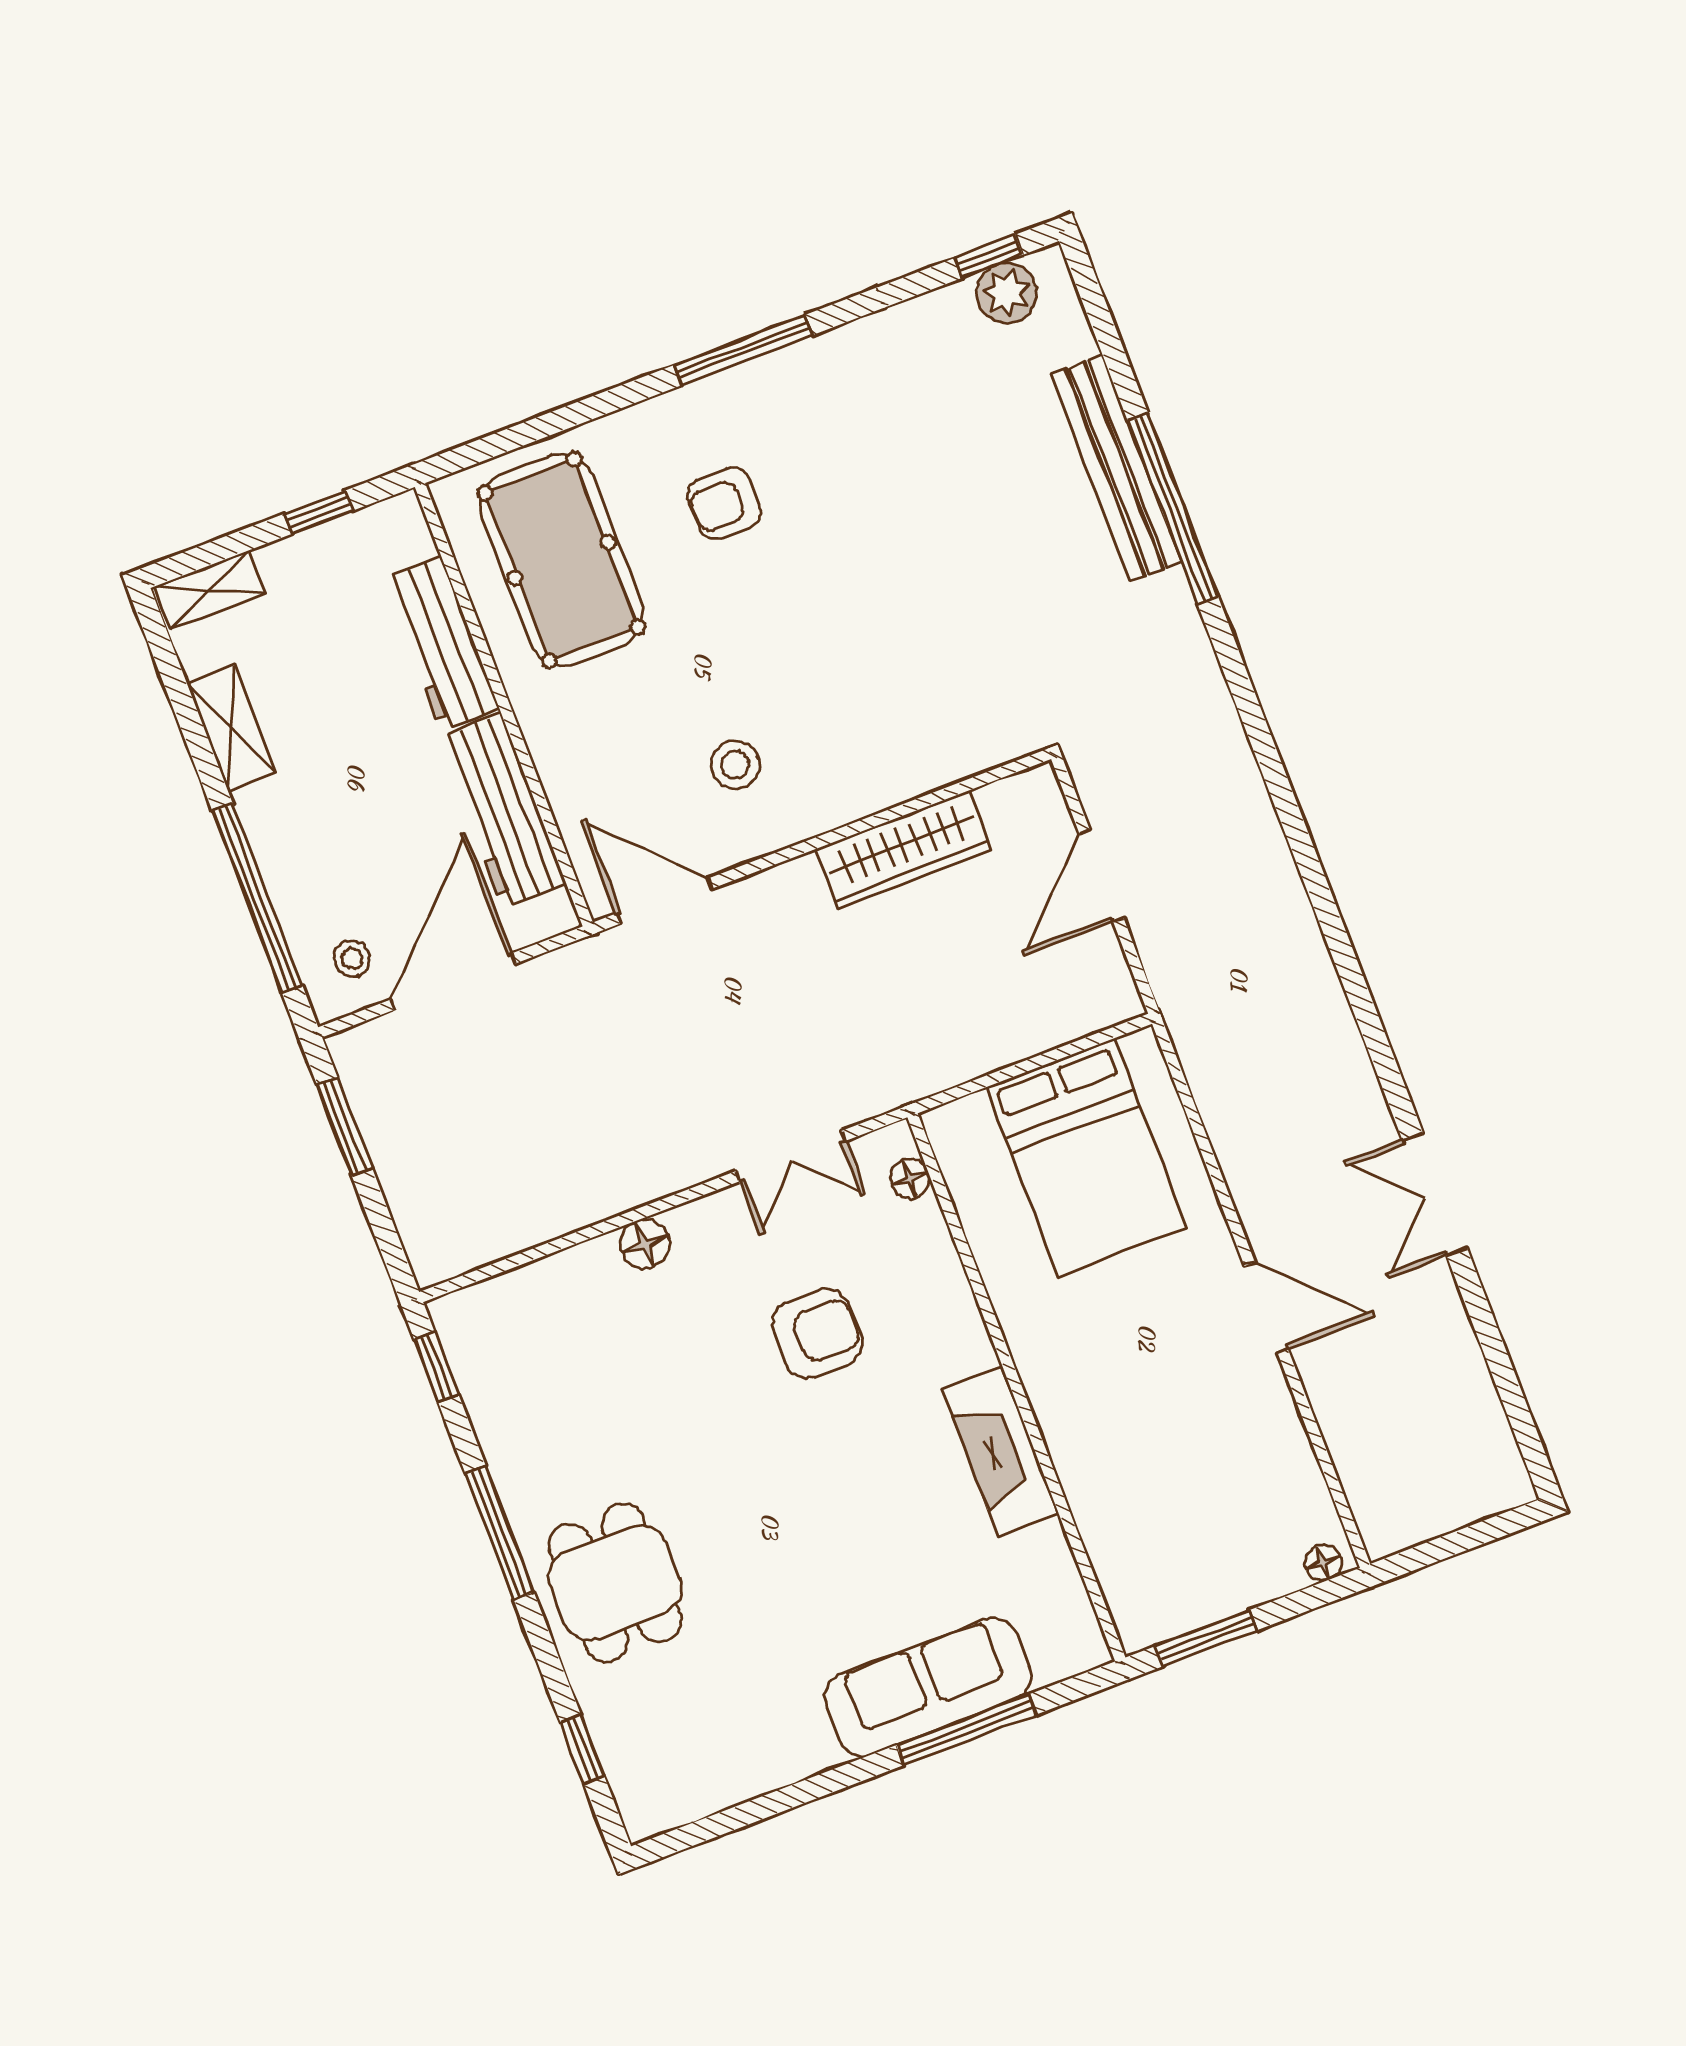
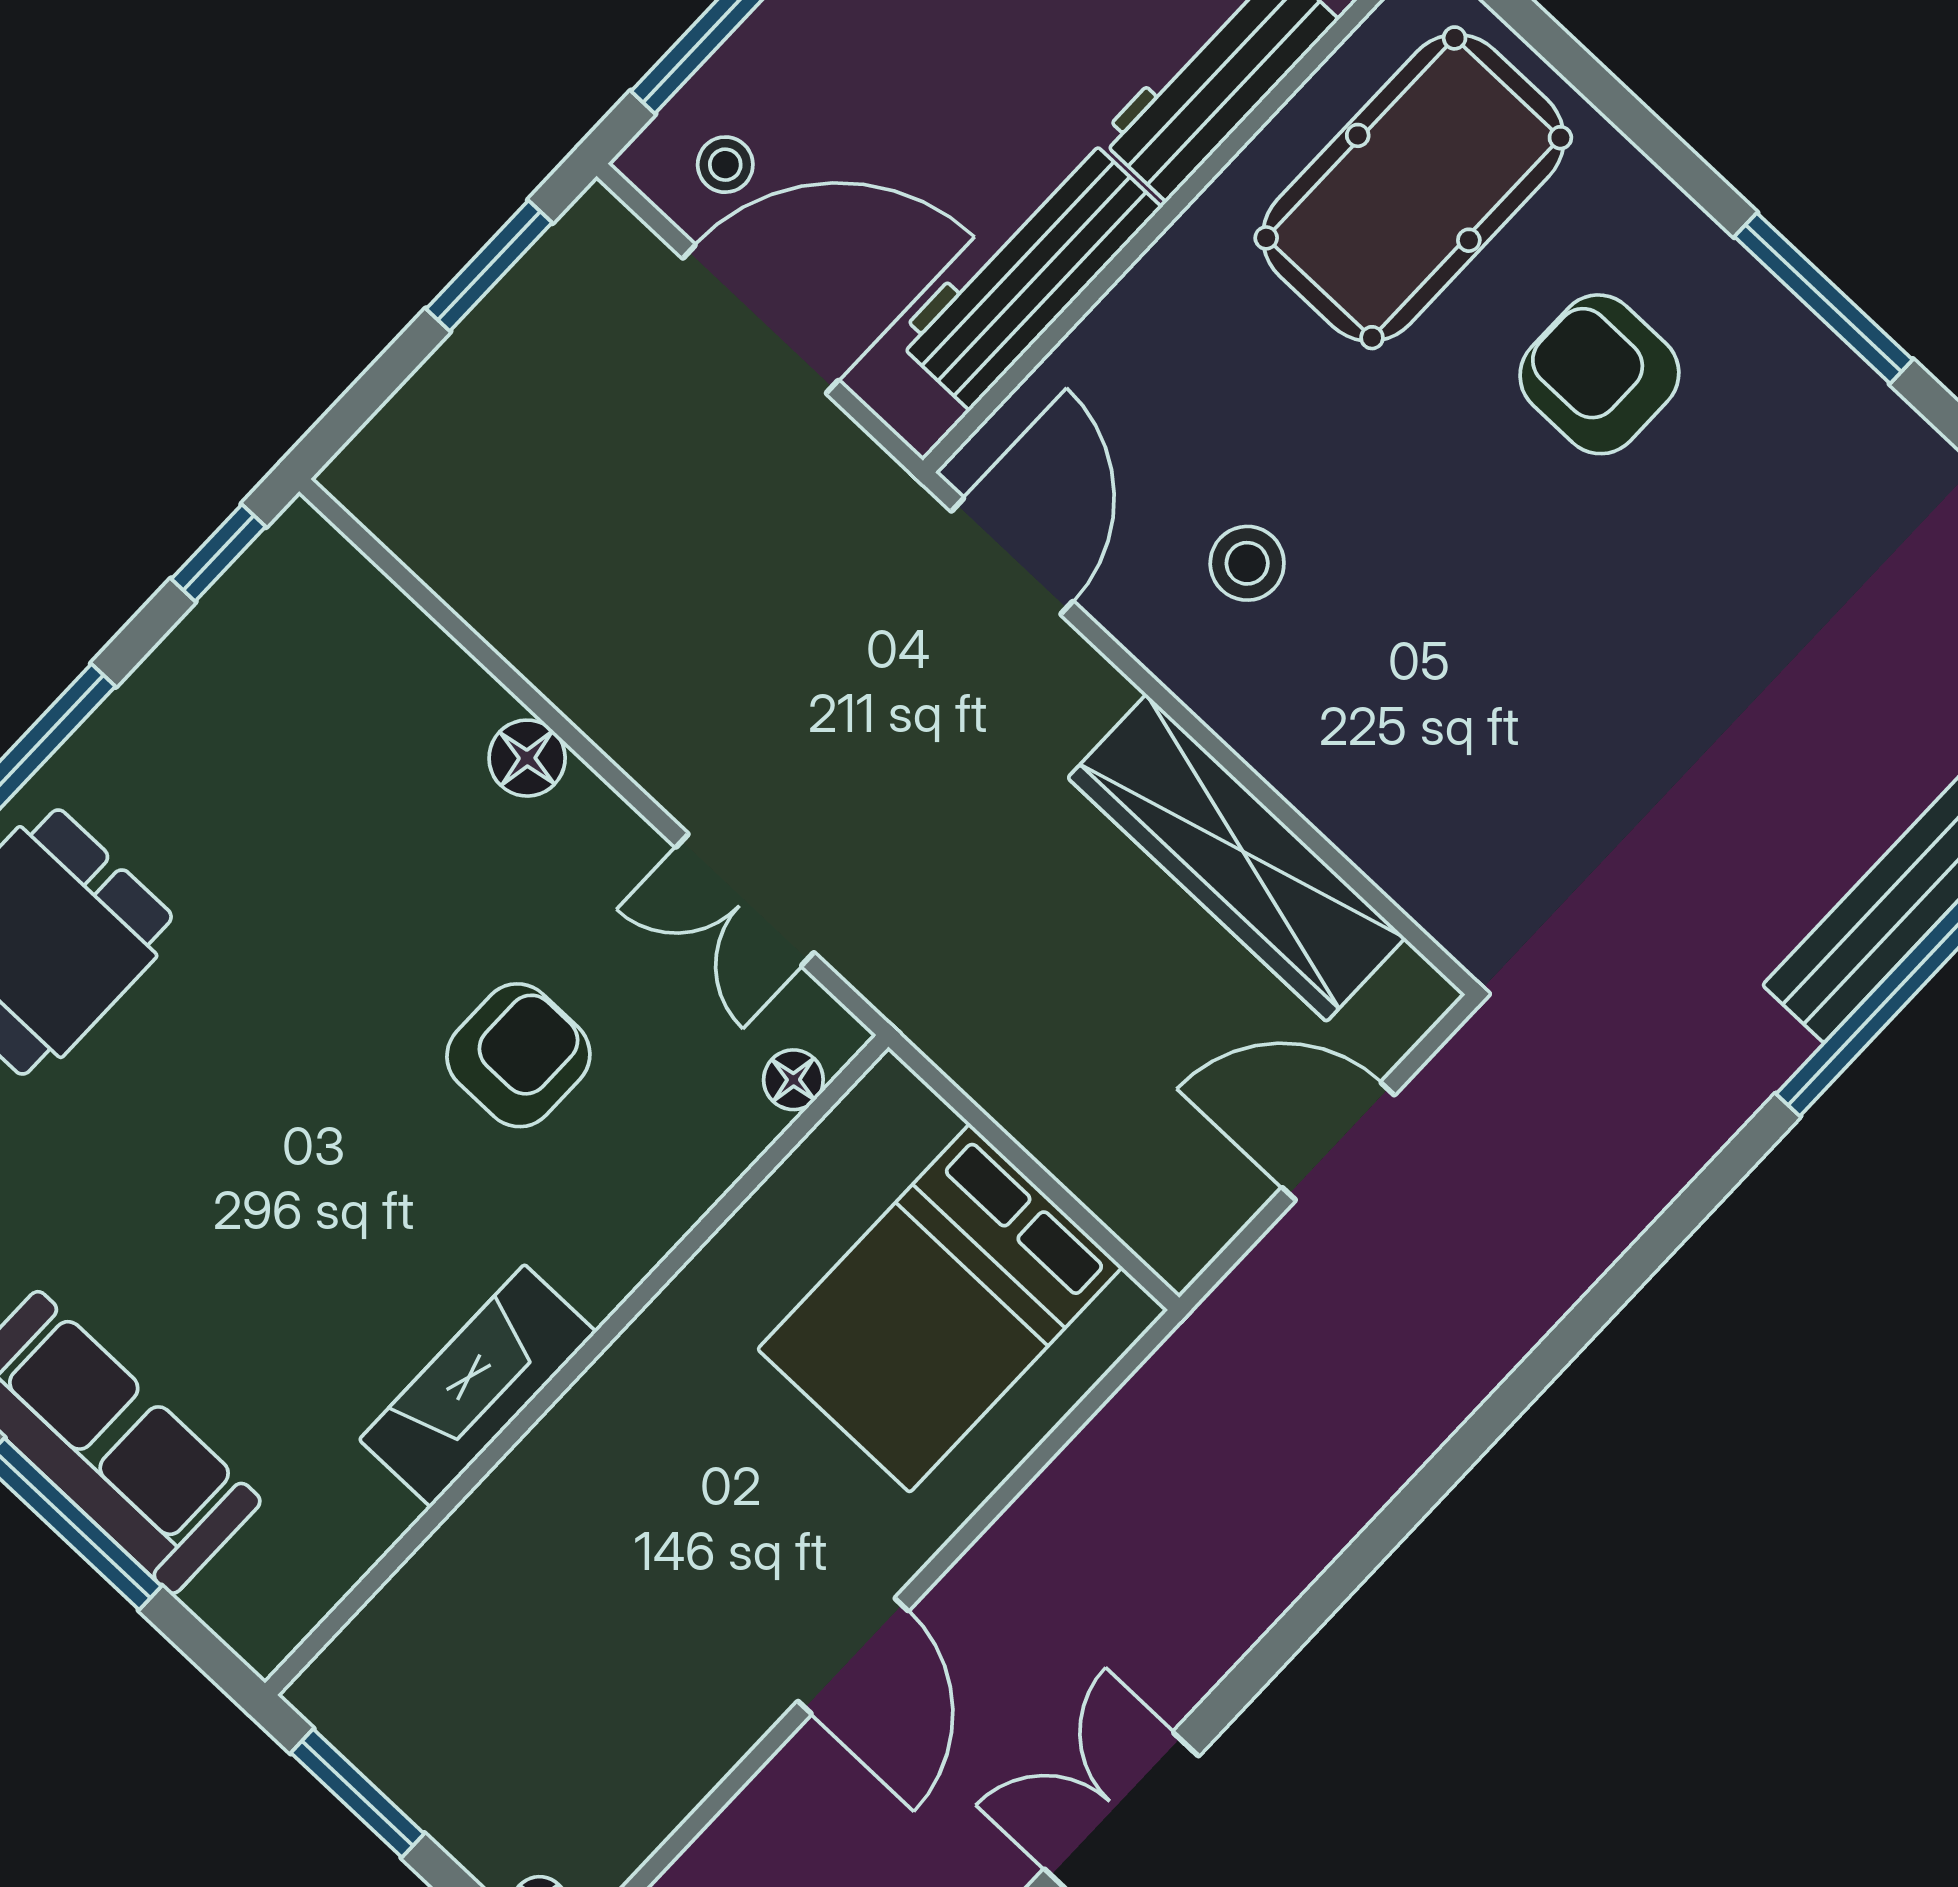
armchair: (724, 504) -> (1599, 374), width x1.38, depth x1.38
wardrobe: (904, 850) -> (1236, 858), width x1.40, depth x1.17
armchair: (817, 1334) -> (518, 1055), turned -90

